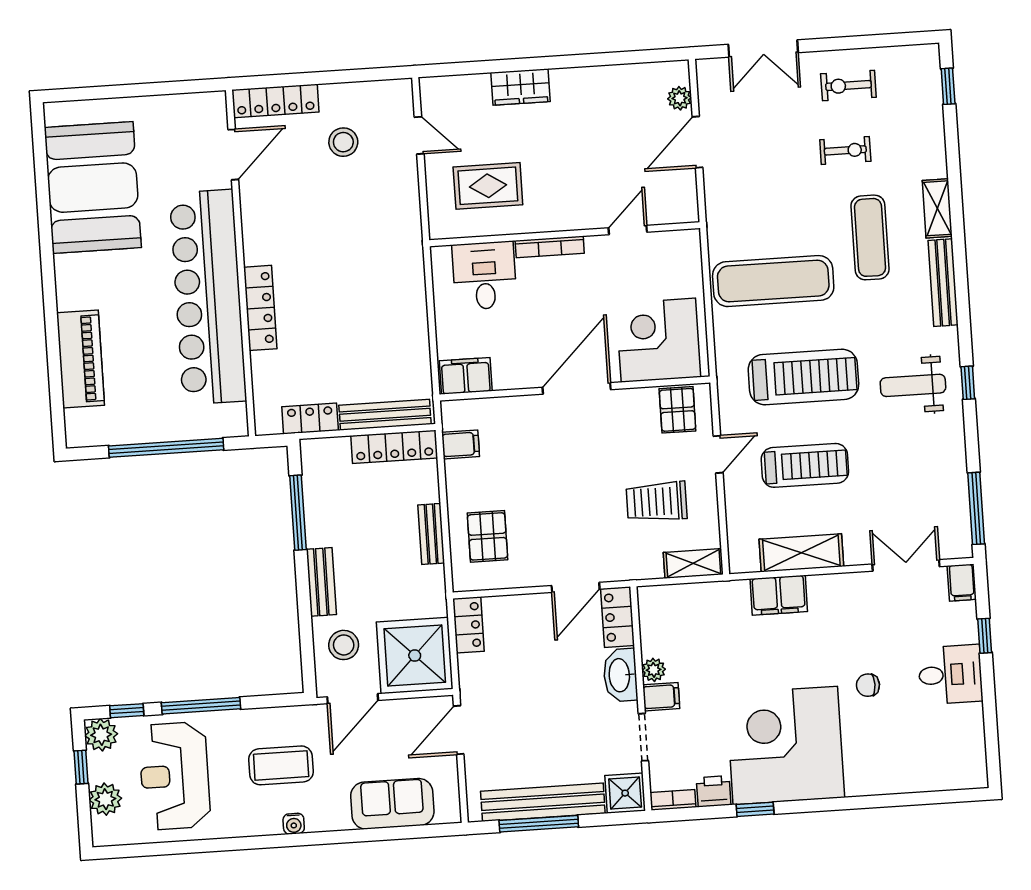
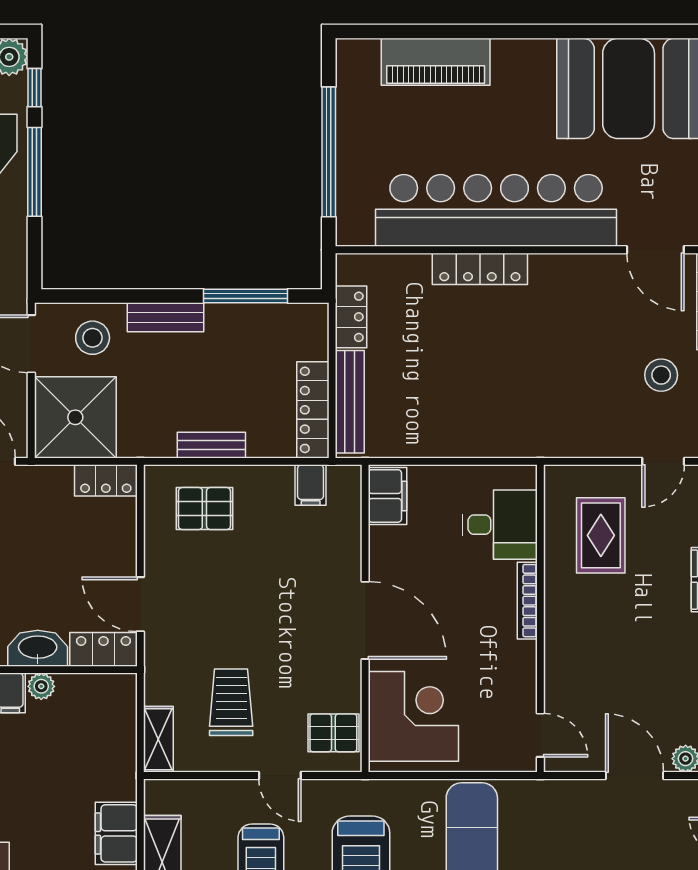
door: (628, 230) -> (540, 735), moved

